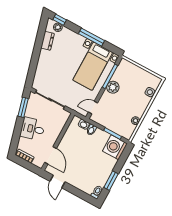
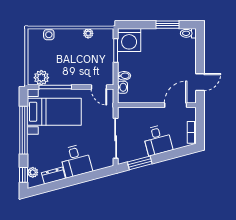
window: (92, 37) -> (24, 130), width x1.46
desk: (50, 63) -> (76, 161), added
plant: (113, 87) -> (41, 78), moved

